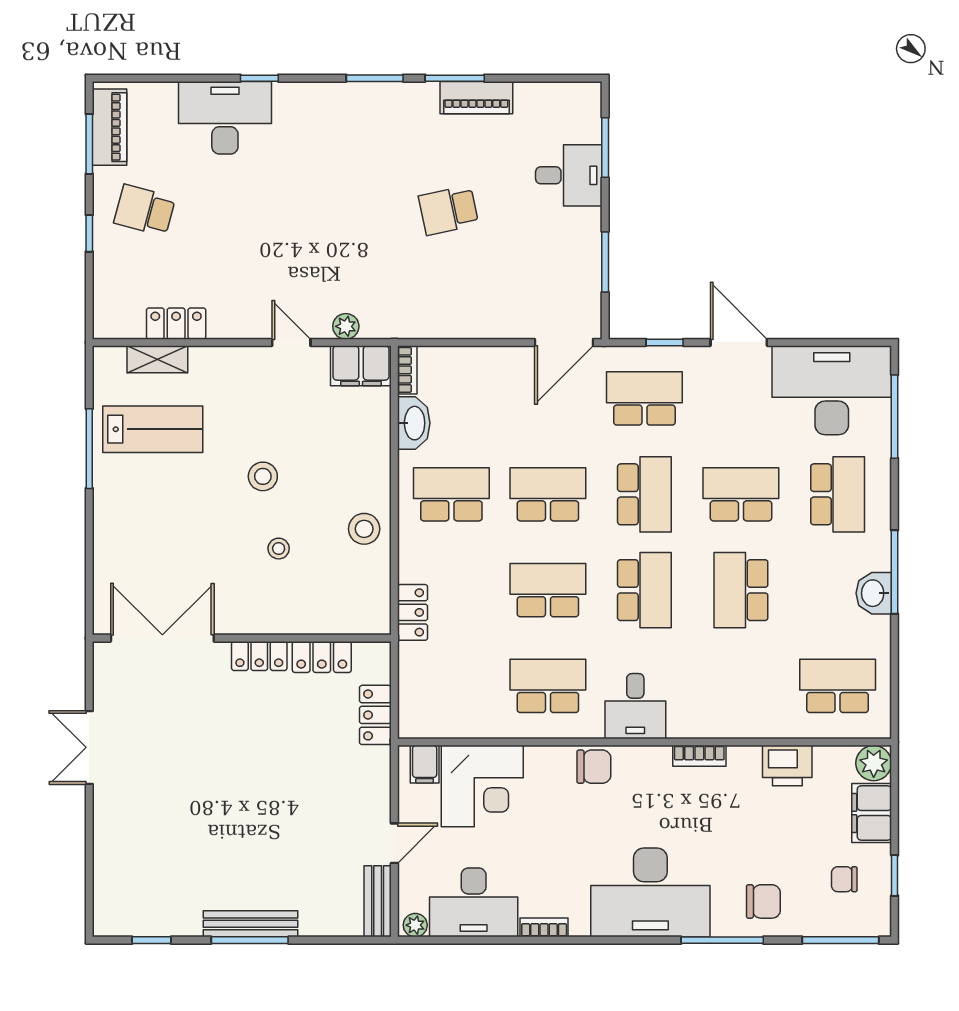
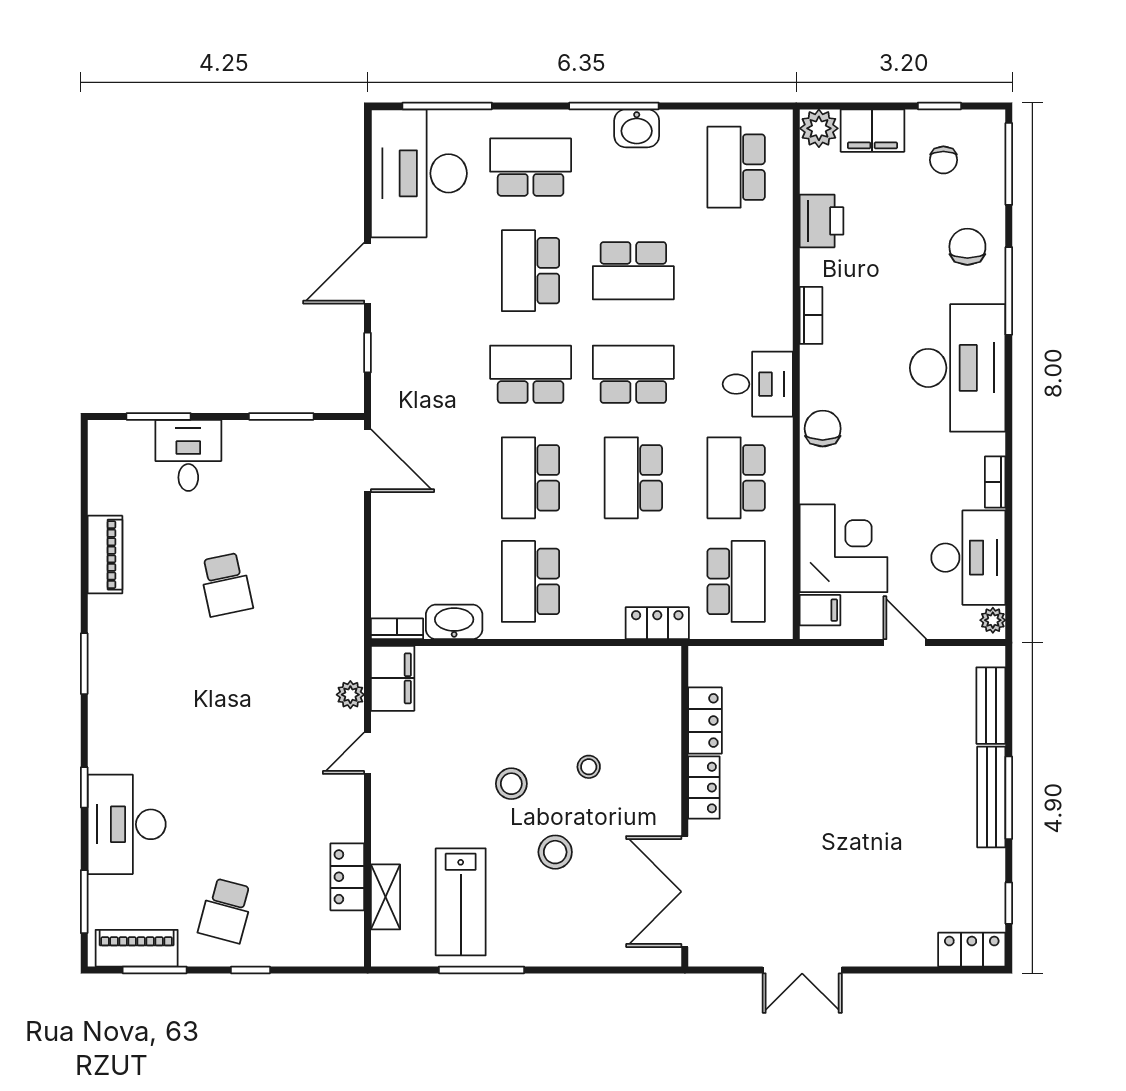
window: (455, 78) -> (84, 902), moved
school desk: (644, 398) -> (736, 581), moved, turned 180
lab bench: (153, 429) -> (461, 902), turned 180
stool: (364, 529) -> (555, 852), moved
locker: (375, 715) -> (972, 950), moved, turned 180
bench: (378, 901) -> (991, 706), moved, turned 90

